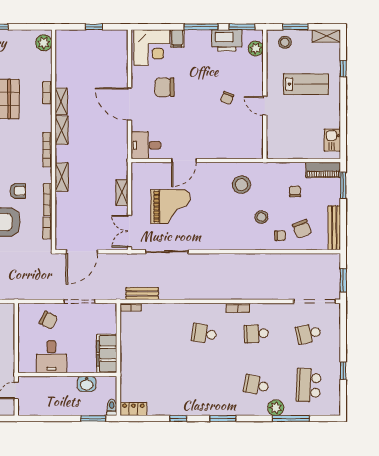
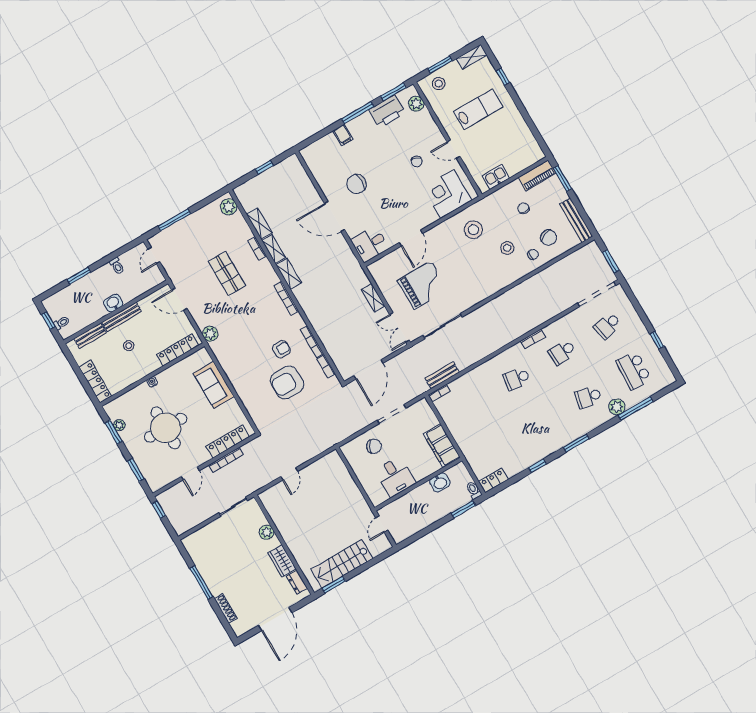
corner desk: (152, 48) -> (447, 194), moved, turned 180
kitchen sink: (332, 140) -> (496, 177), moved, turned 90
shelving: (62, 177) -> (259, 224), moved

